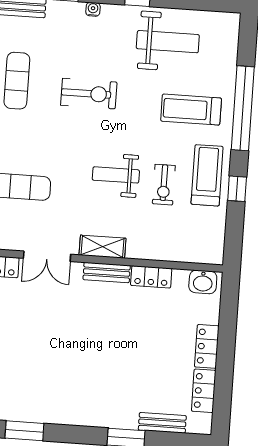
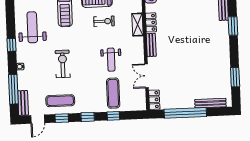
weight bench: (116, 175) -> (111, 60), moved
shelving: (102, 247) -> (138, 25), moved
double door: (47, 256) -> (146, 76), swing flipped

